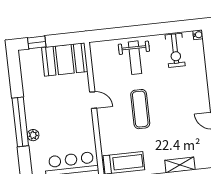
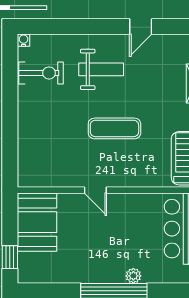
weight bench: (135, 58) -> (101, 69), moved
door: (93, 100) -> (95, 190), swing flipped

